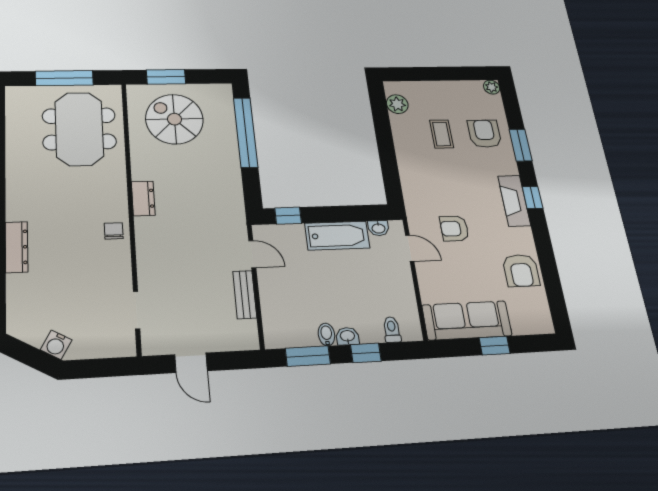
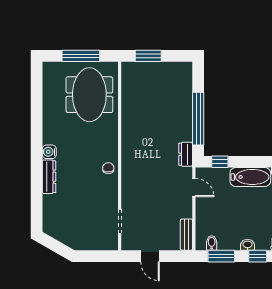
spiral stairs: (174, 119) -> (152, 89), removed
window: (246, 132) -> (198, 119), moved
dresser: (143, 198) -> (186, 154), moved, turned 180
bench: (245, 295) -> (186, 235), moved
bidet: (326, 335) -> (212, 243), moved
water cooler: (56, 345) -> (49, 152), moved, turned 60

